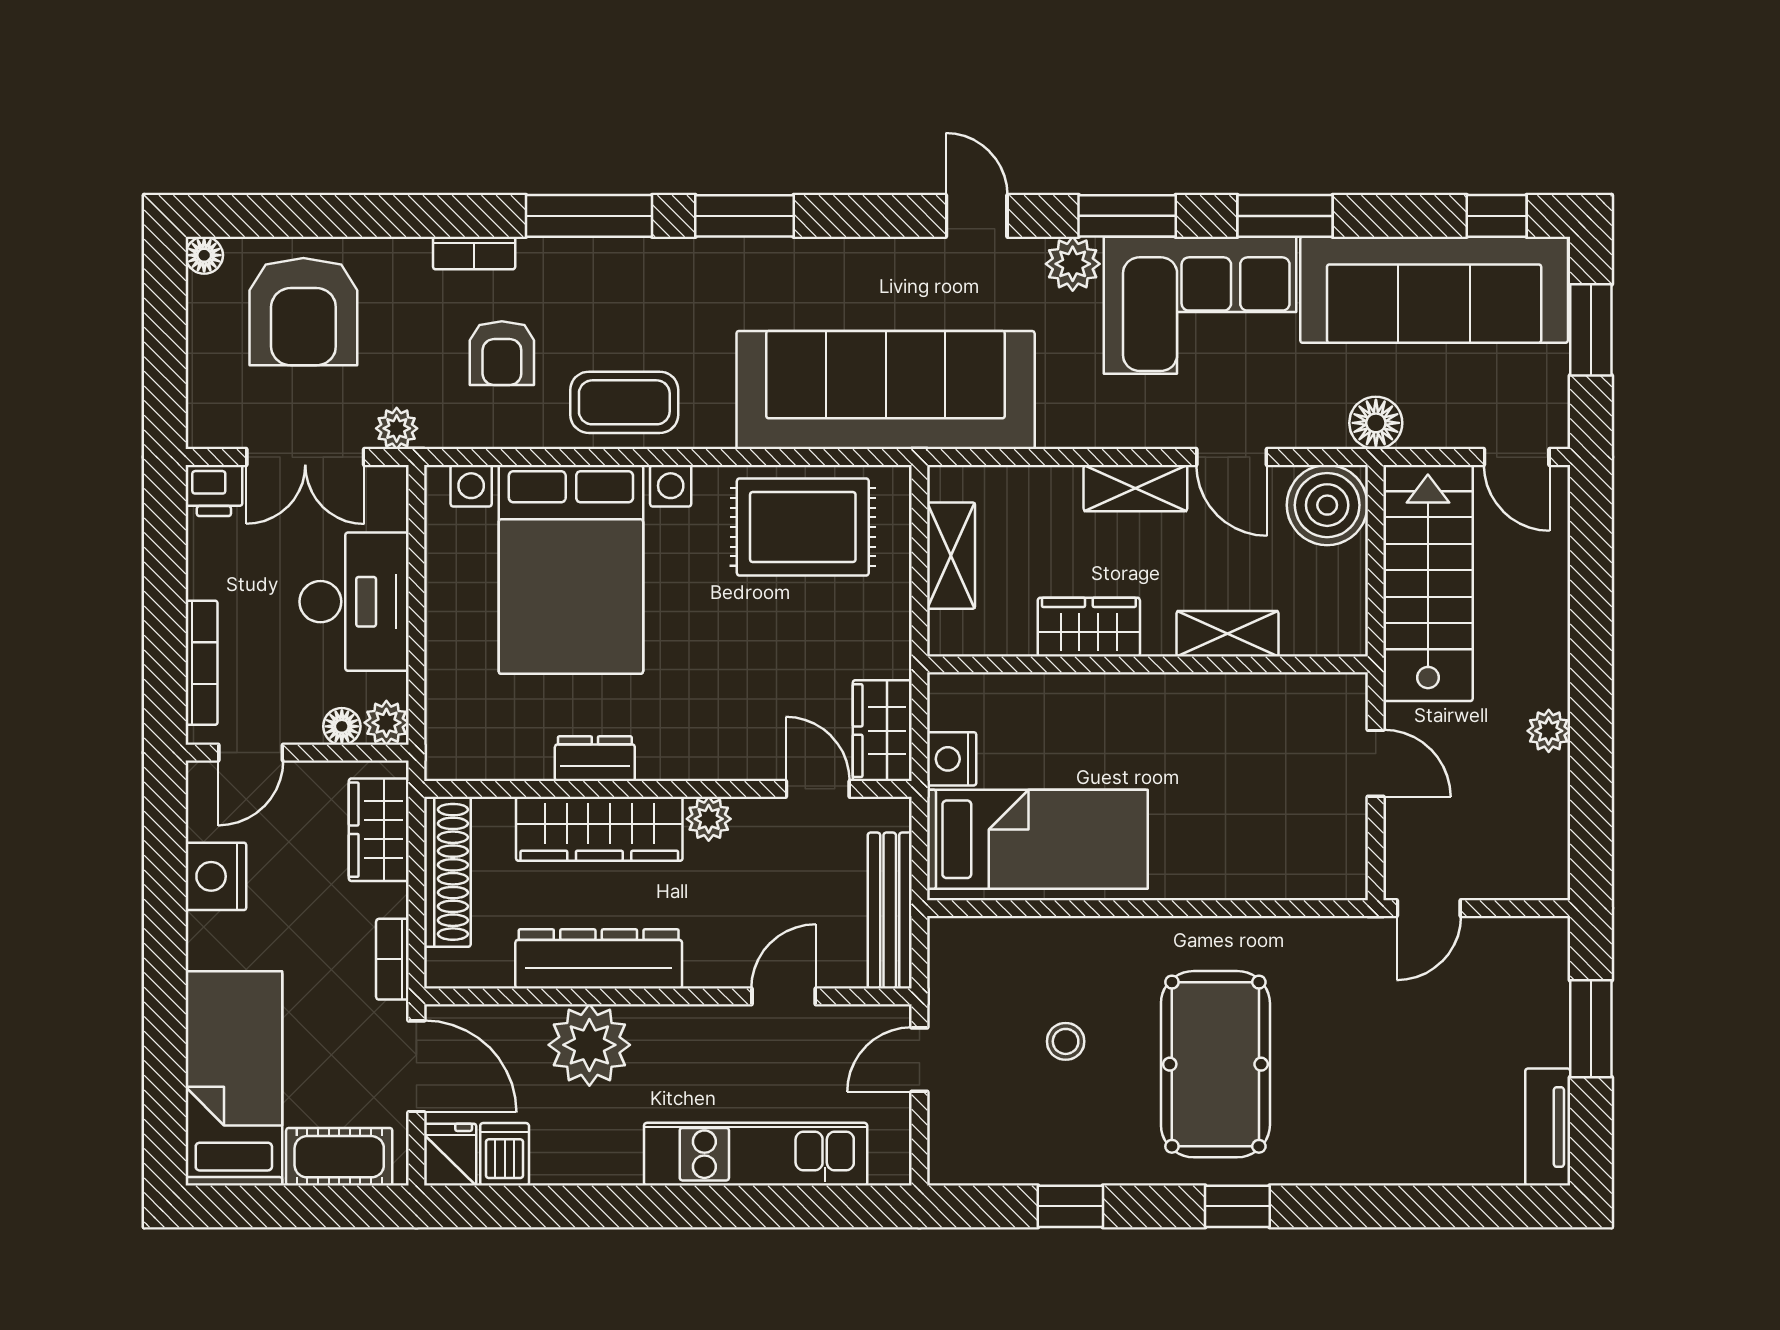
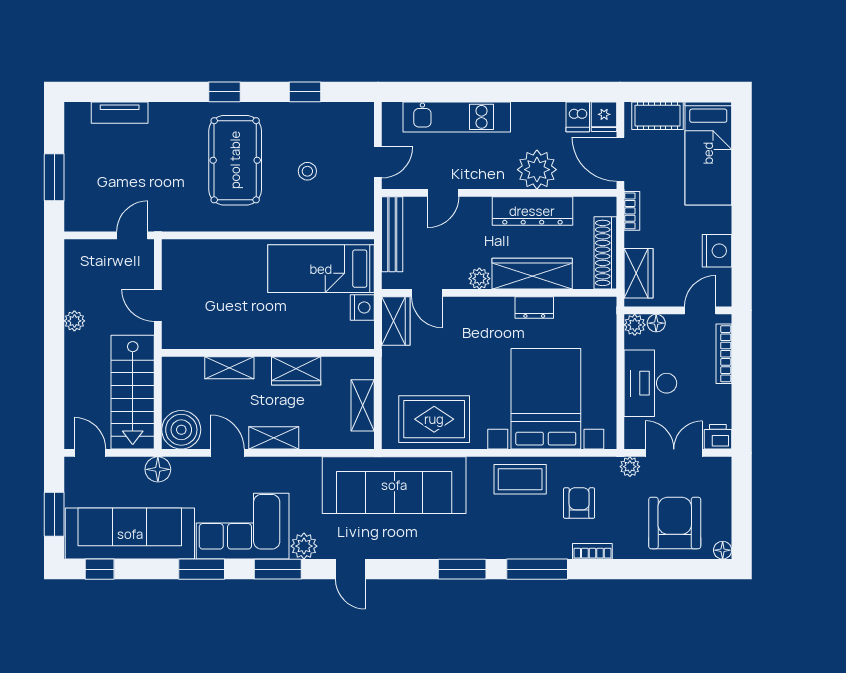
tv unit: (1548, 1127) -> (120, 113), moved, turned 90

